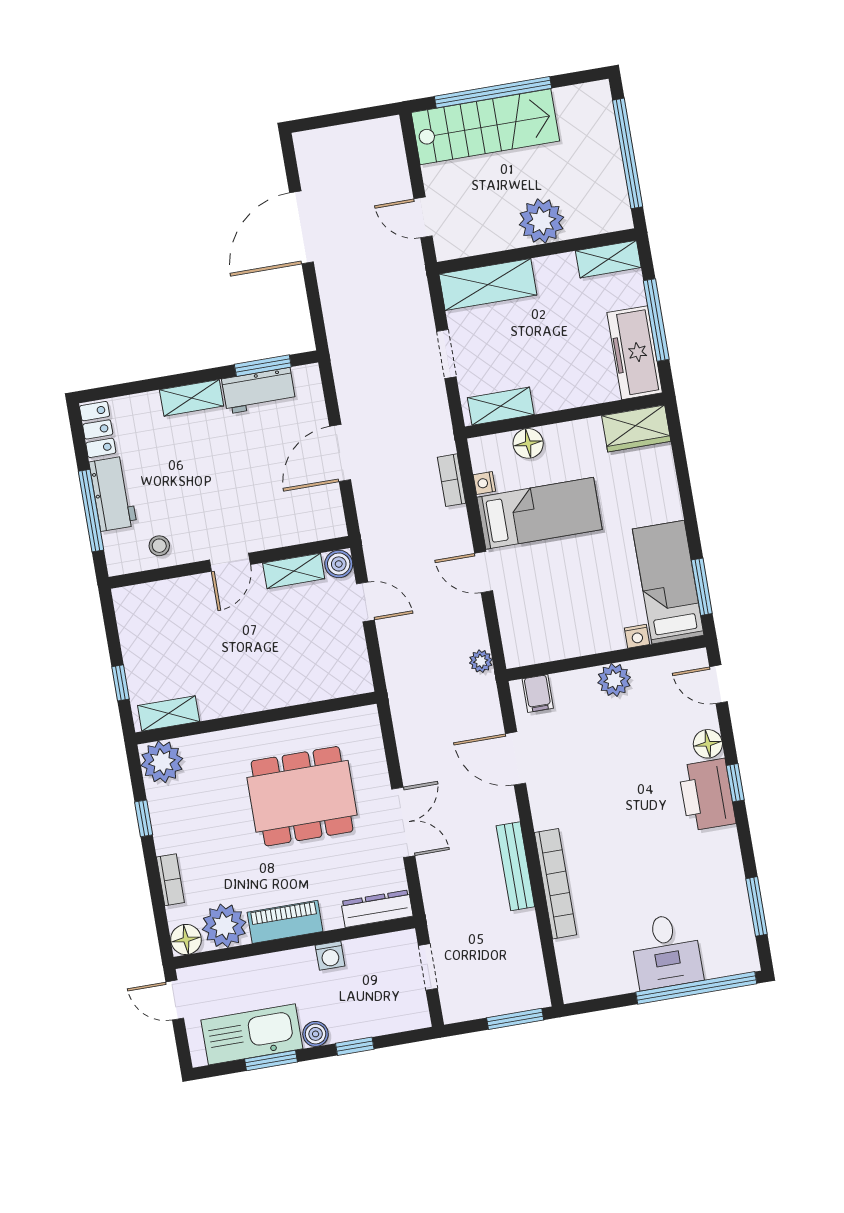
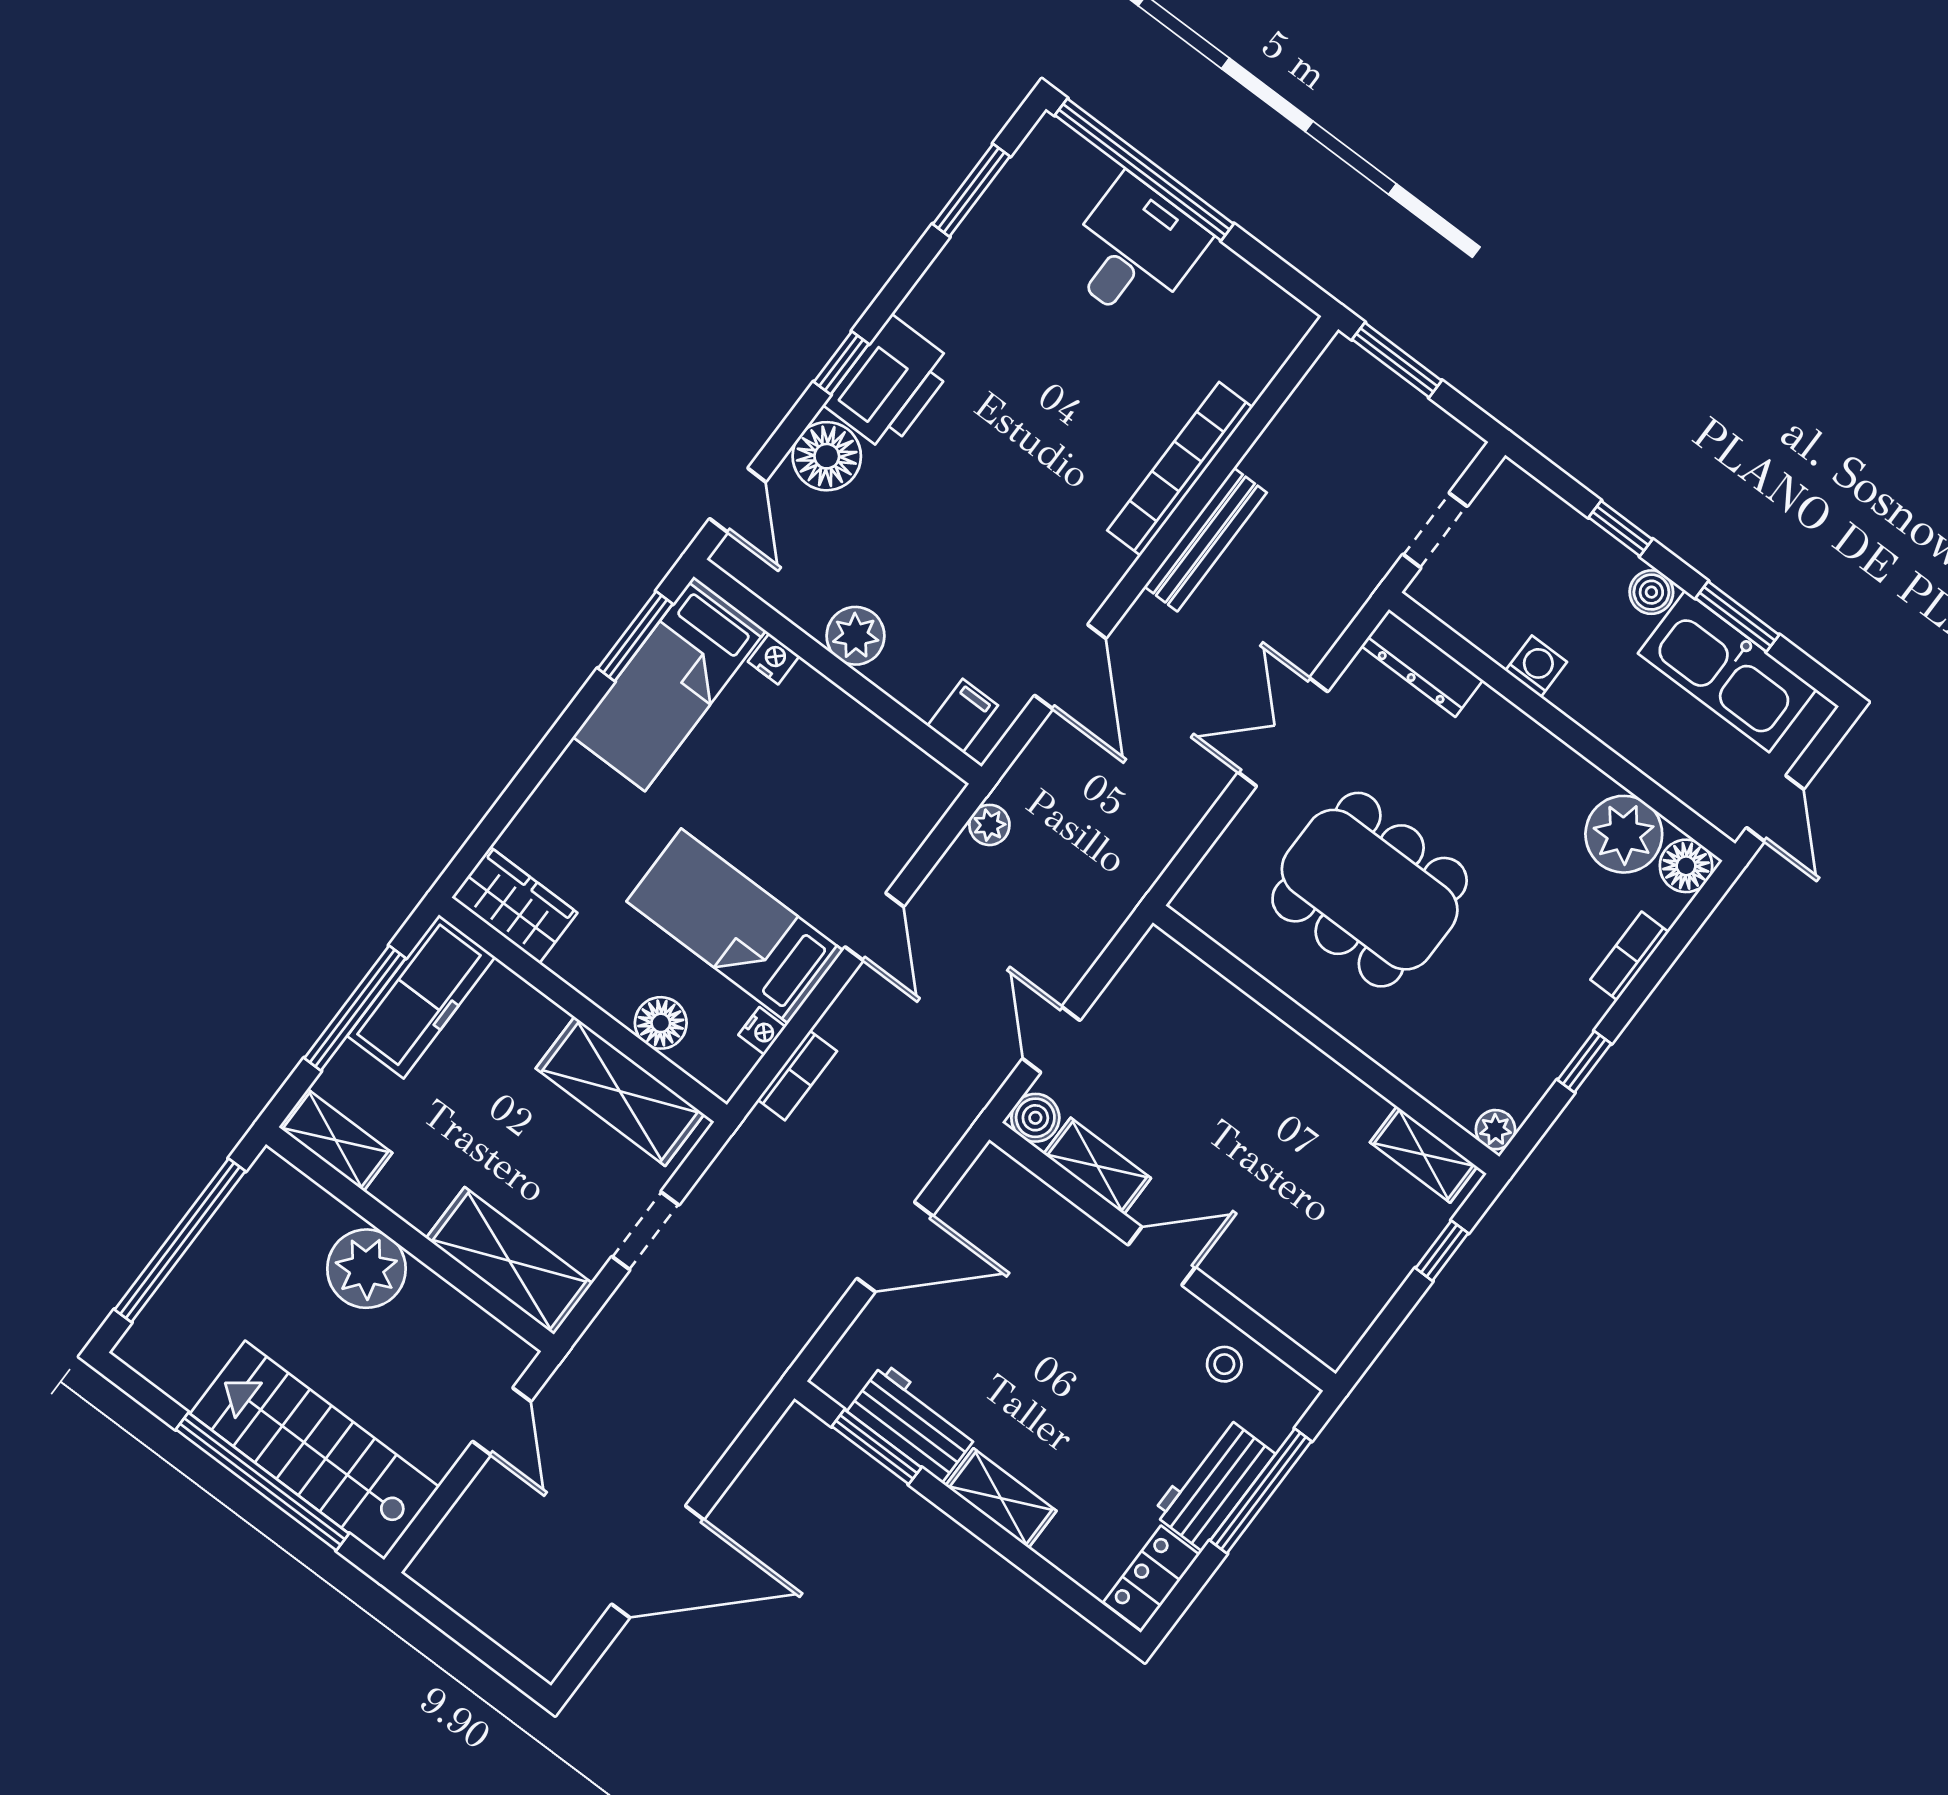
shelving: (501, 406) -> (620, 1091), width x1.50, depth x1.33
floor lamp: (708, 744) -> (827, 456), width x1.38, depth x1.38
plant: (162, 762) -> (1495, 1130), width x0.53, depth x0.53
piano: (285, 922) -> (1547, 763), removed

